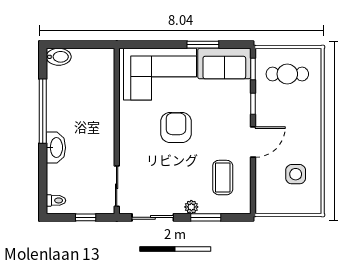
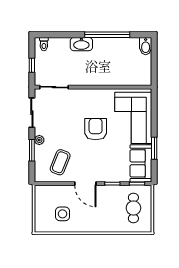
armchair: (176, 128) -> (96, 129), turned -90
coffee table: (223, 178) -> (60, 162), turned -68

